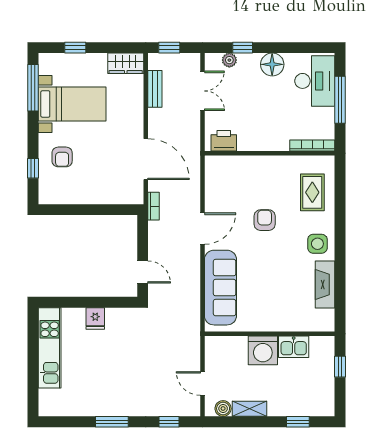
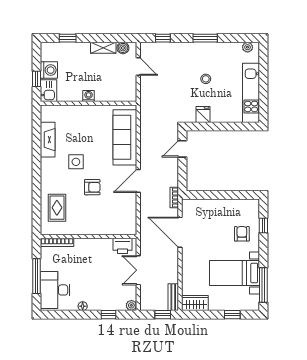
plant: (229, 60) -> (131, 305), moved
floor lamp: (272, 64) -> (83, 306), width x0.53, depth x0.53
bench: (155, 89) -> (173, 297), moved
double door: (202, 91) -> (138, 270), moved
armchair: (265, 220) -> (92, 187), turned -90
side table: (317, 244) -> (76, 162), moved
door: (143, 272) -> (182, 149), hinge flipped
fridge: (95, 318) -> (203, 115), moved
kitchen sink: (294, 347) -> (48, 91), moved, turned 90
washing machine: (263, 350) -> (89, 96), width x0.53, depth x0.53
stool: (111, 367) -> (206, 79), added
washing machine: (323, 379) -> (49, 70), added
plant: (54, 409) -> (248, 47), added

